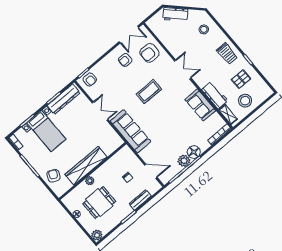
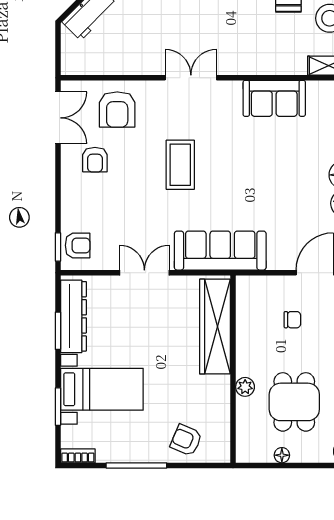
workbench: (215, 95) -> (278, 61), removed
wardrobe: (86, 166) -> (215, 327), moved

